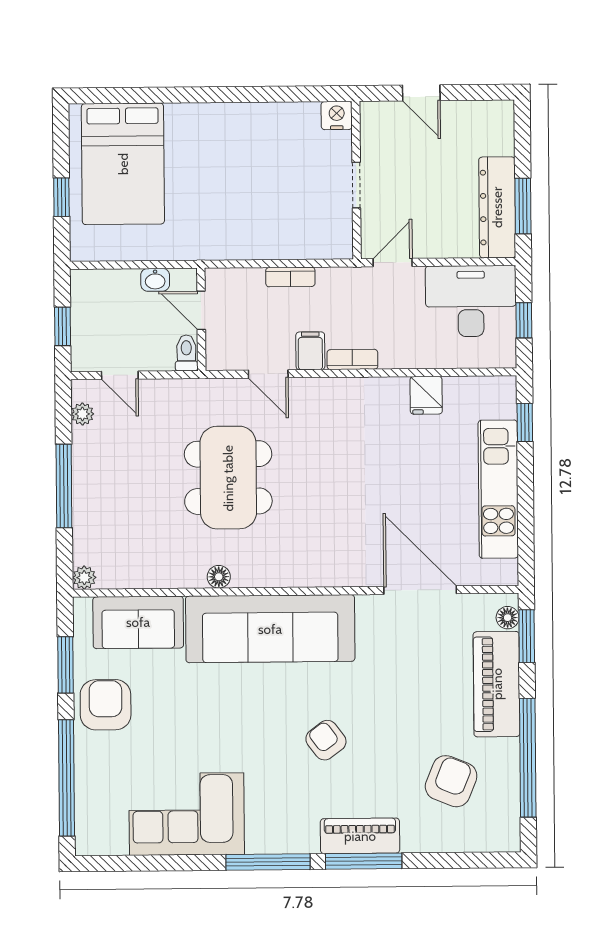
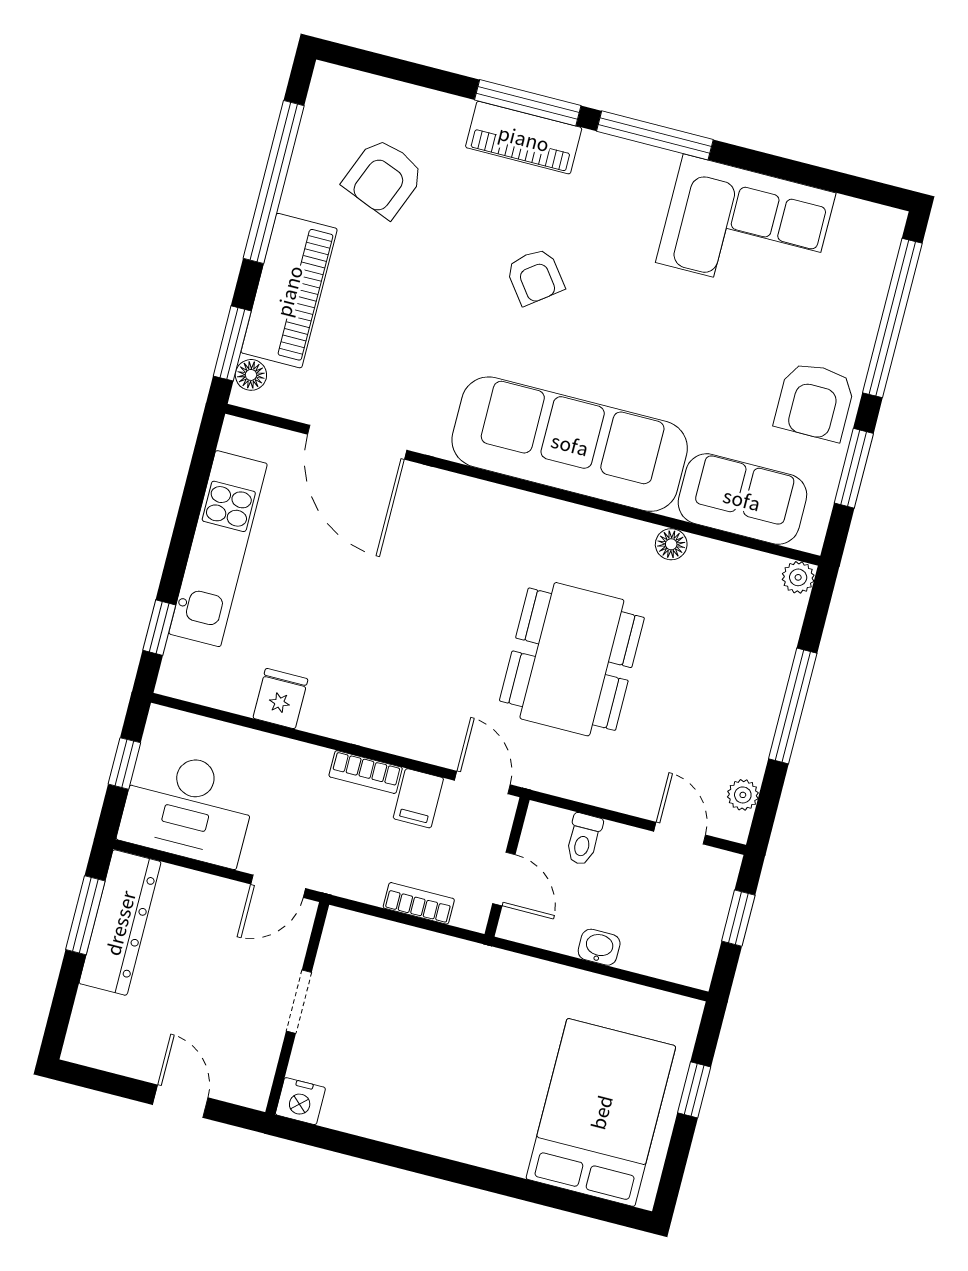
door: (201, 310) -> (504, 879), moved
wall: (201, 319) -> (507, 867), moved
floor lamp: (219, 577) -> (671, 544), moved

